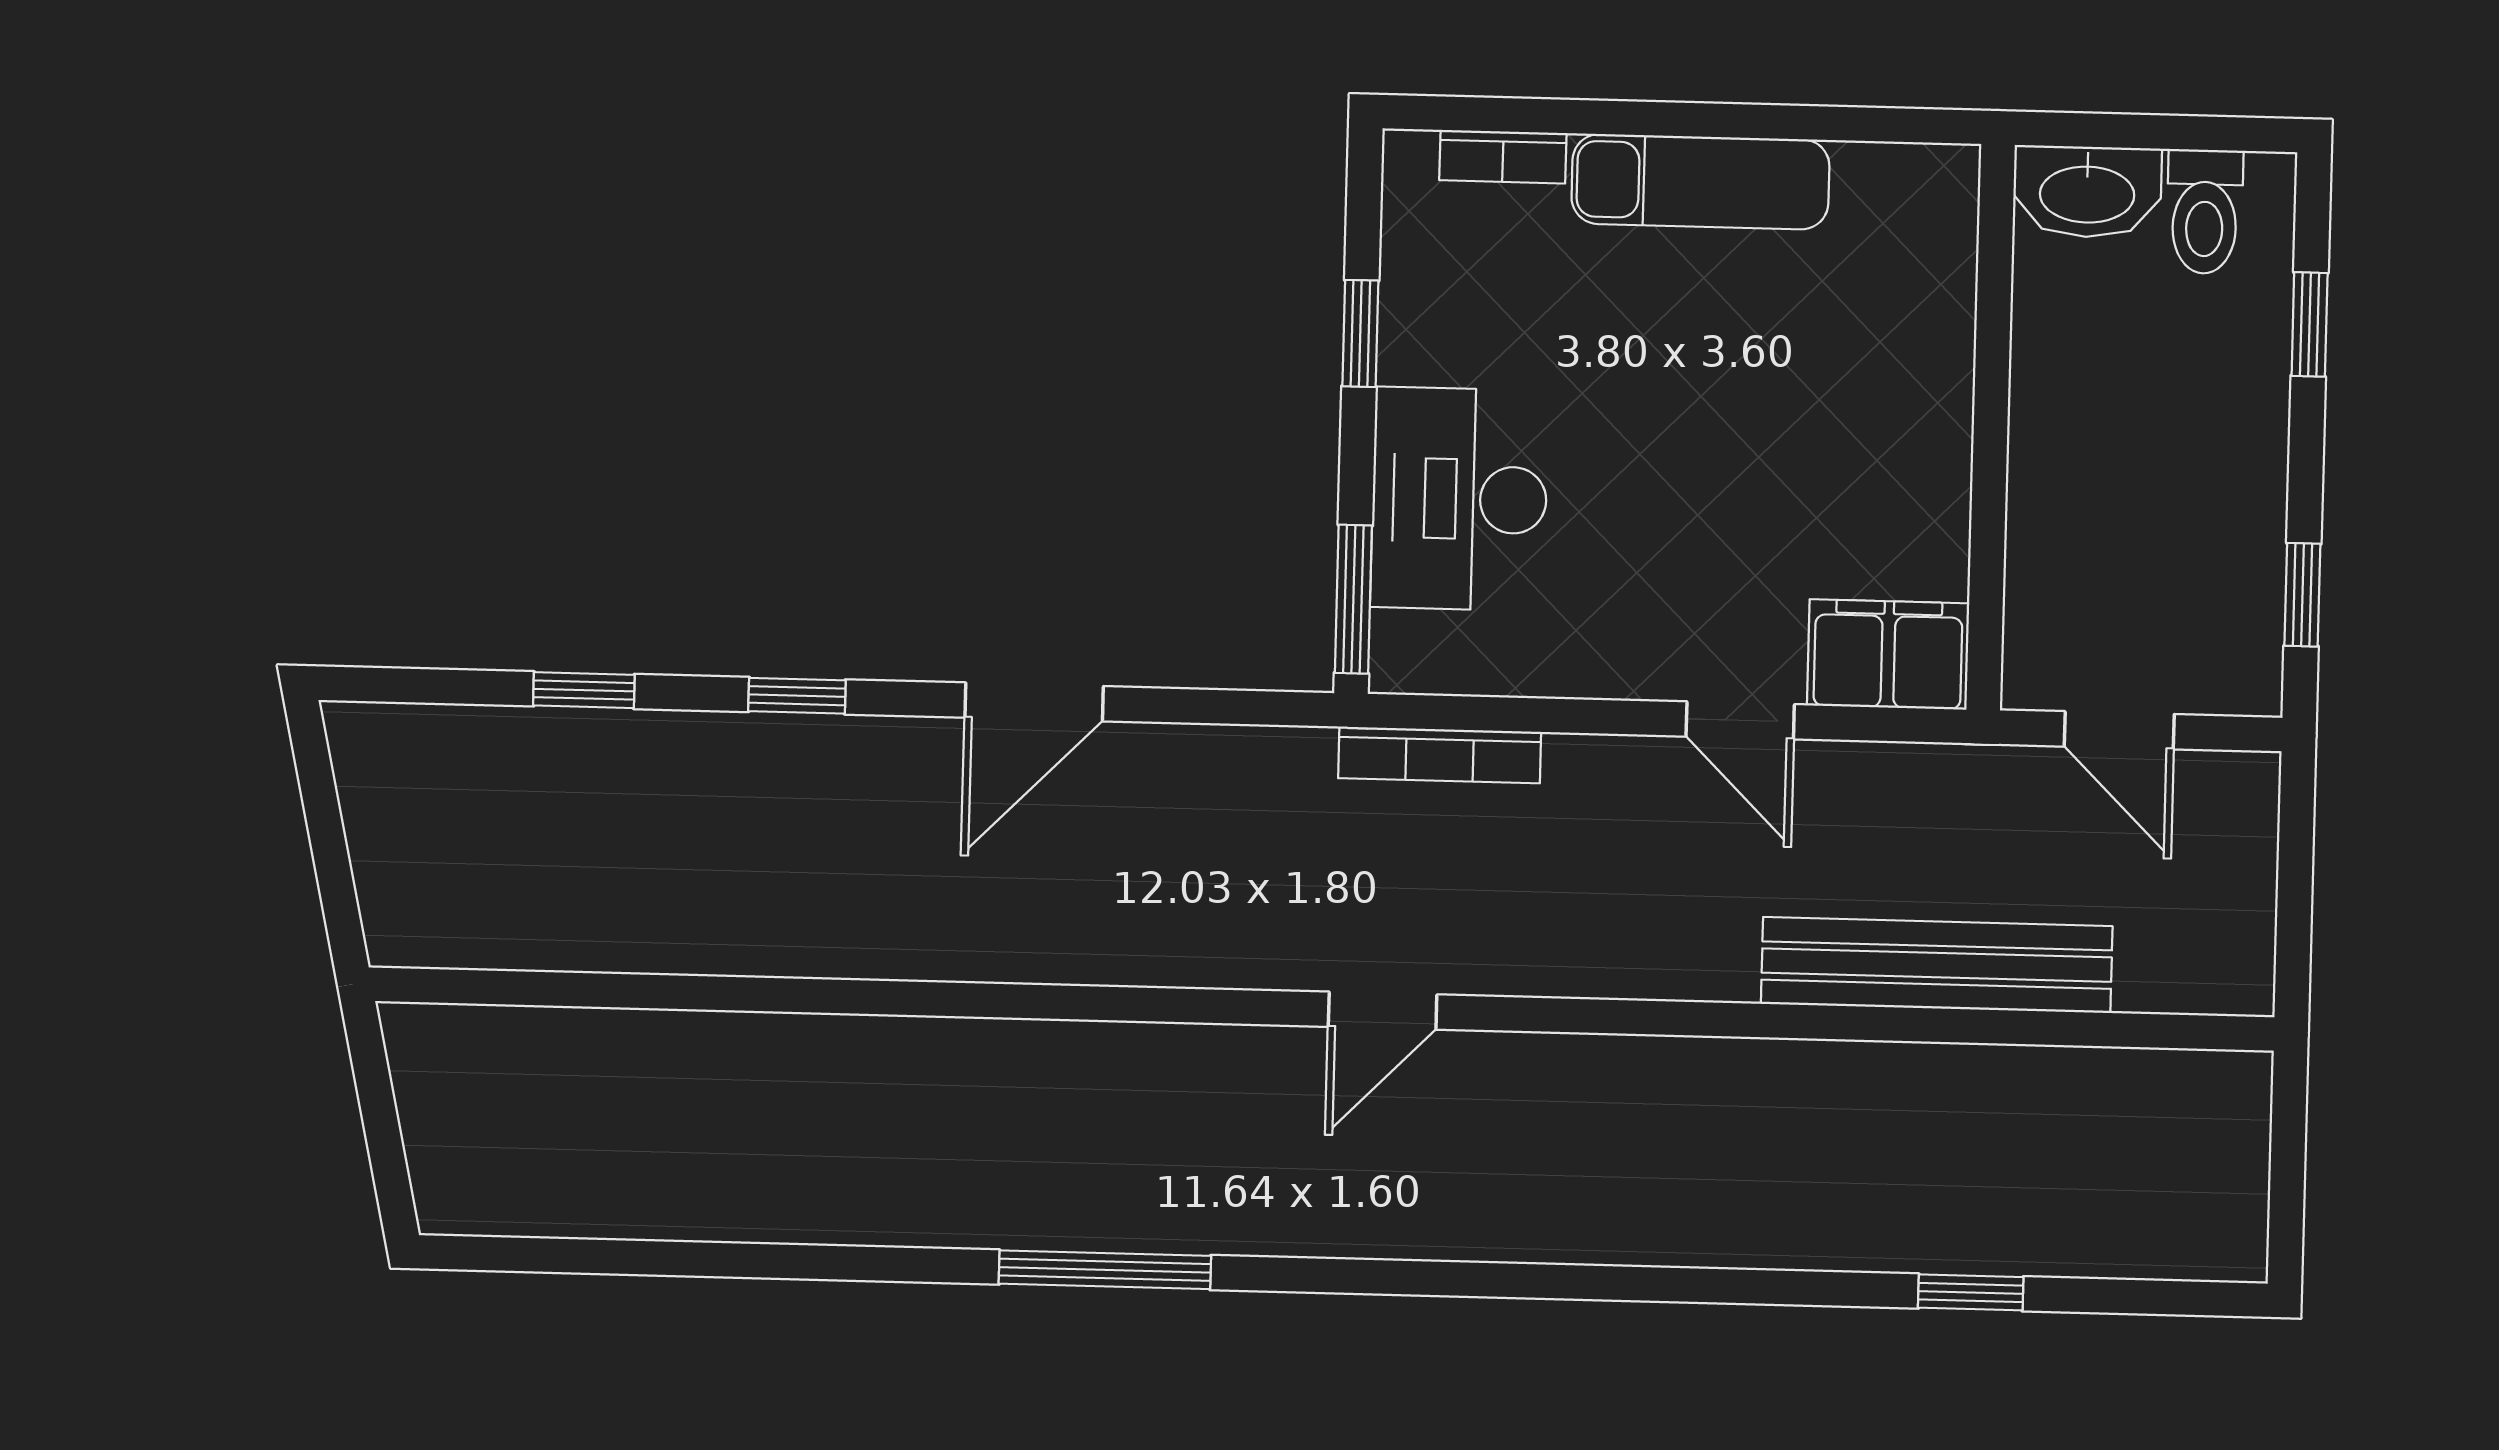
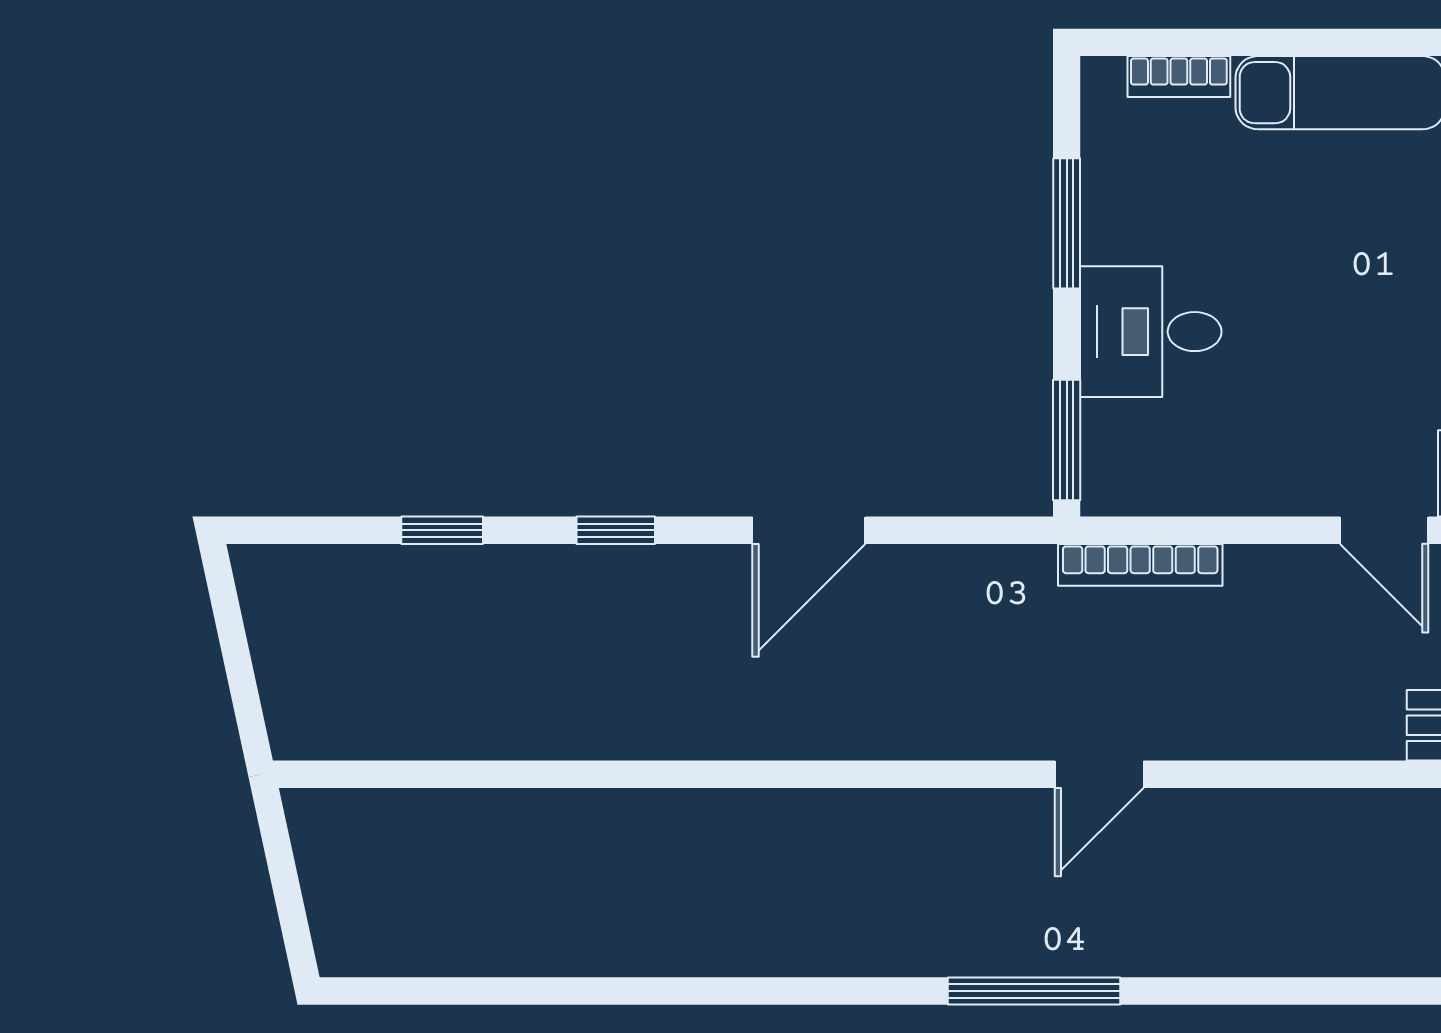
window: (1360, 333) -> (1067, 223), width x1.50
desk: (1459, 499) -> (1151, 332), width x0.73
window: (1105, 1270) -> (1034, 991), moved

